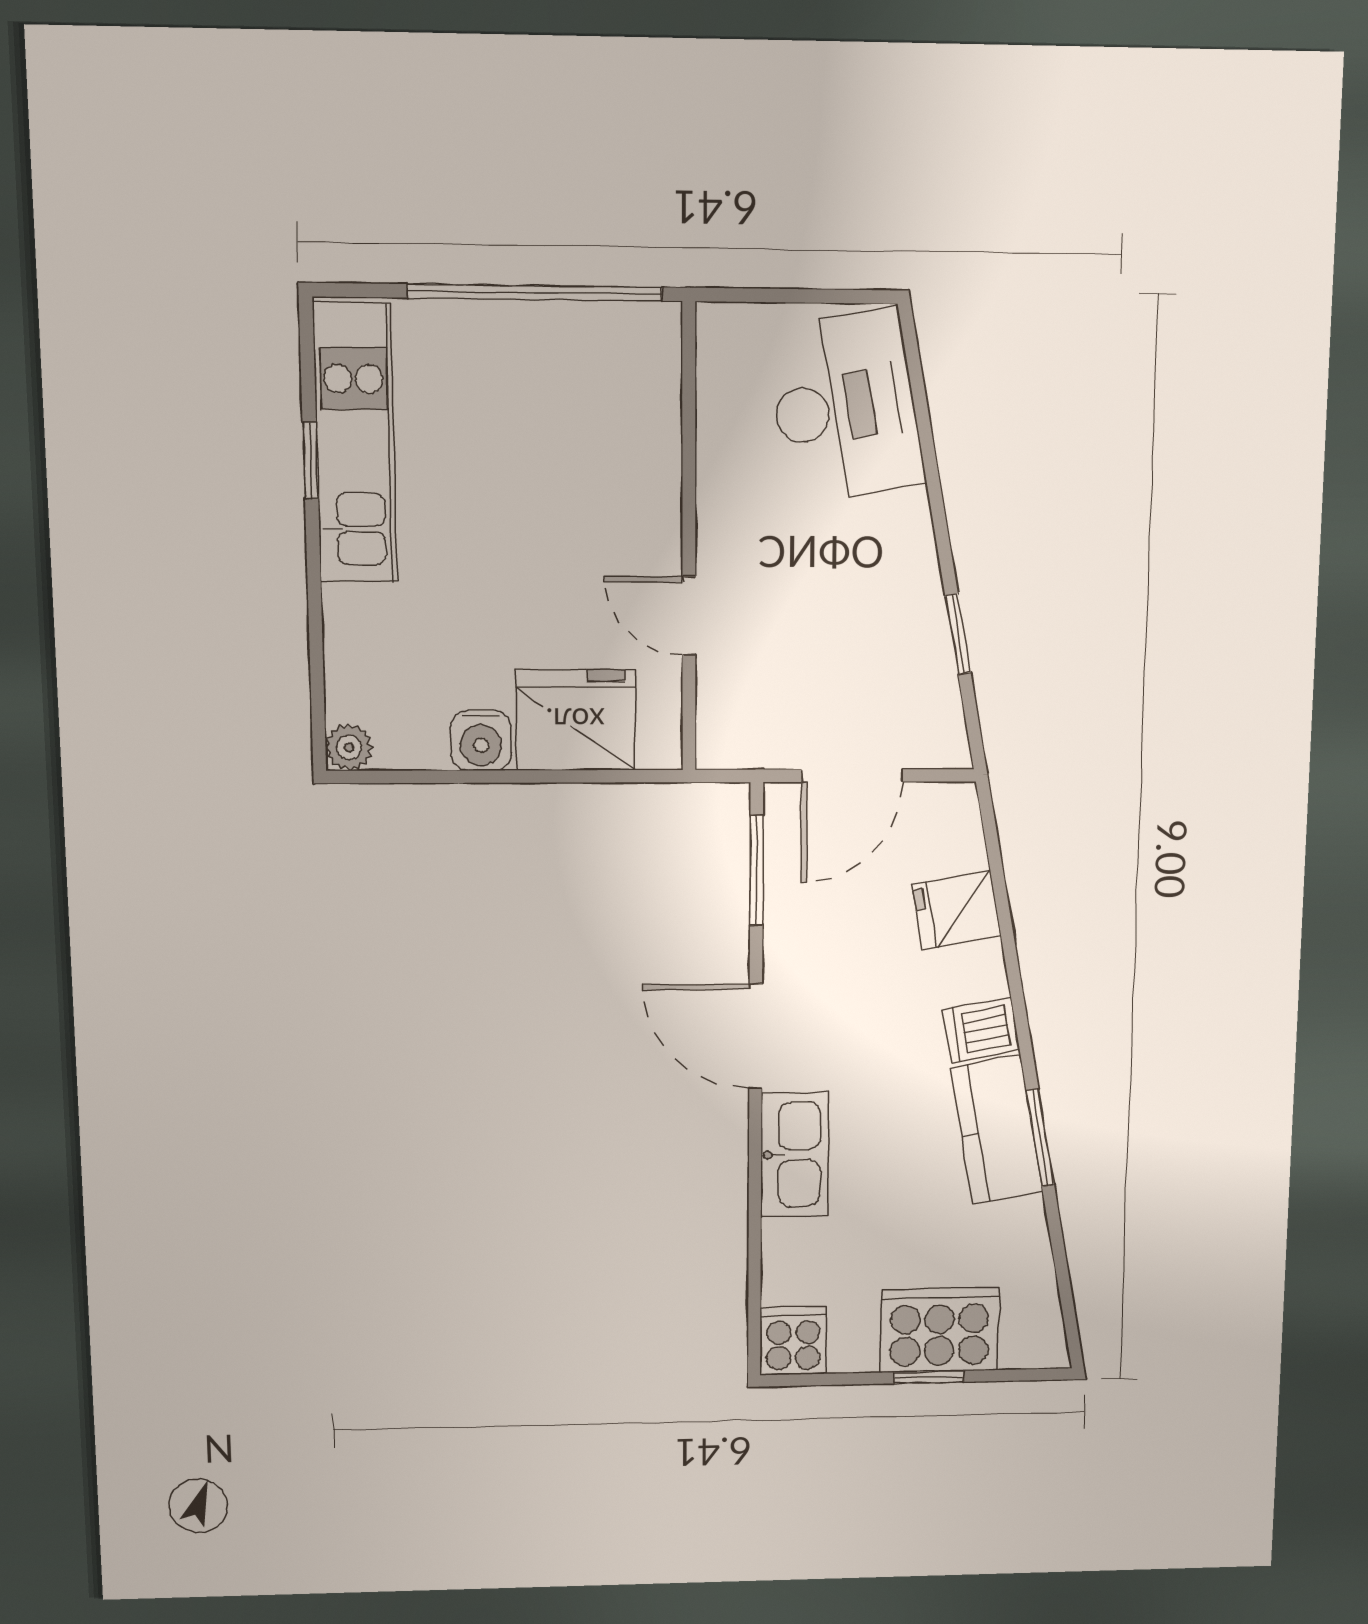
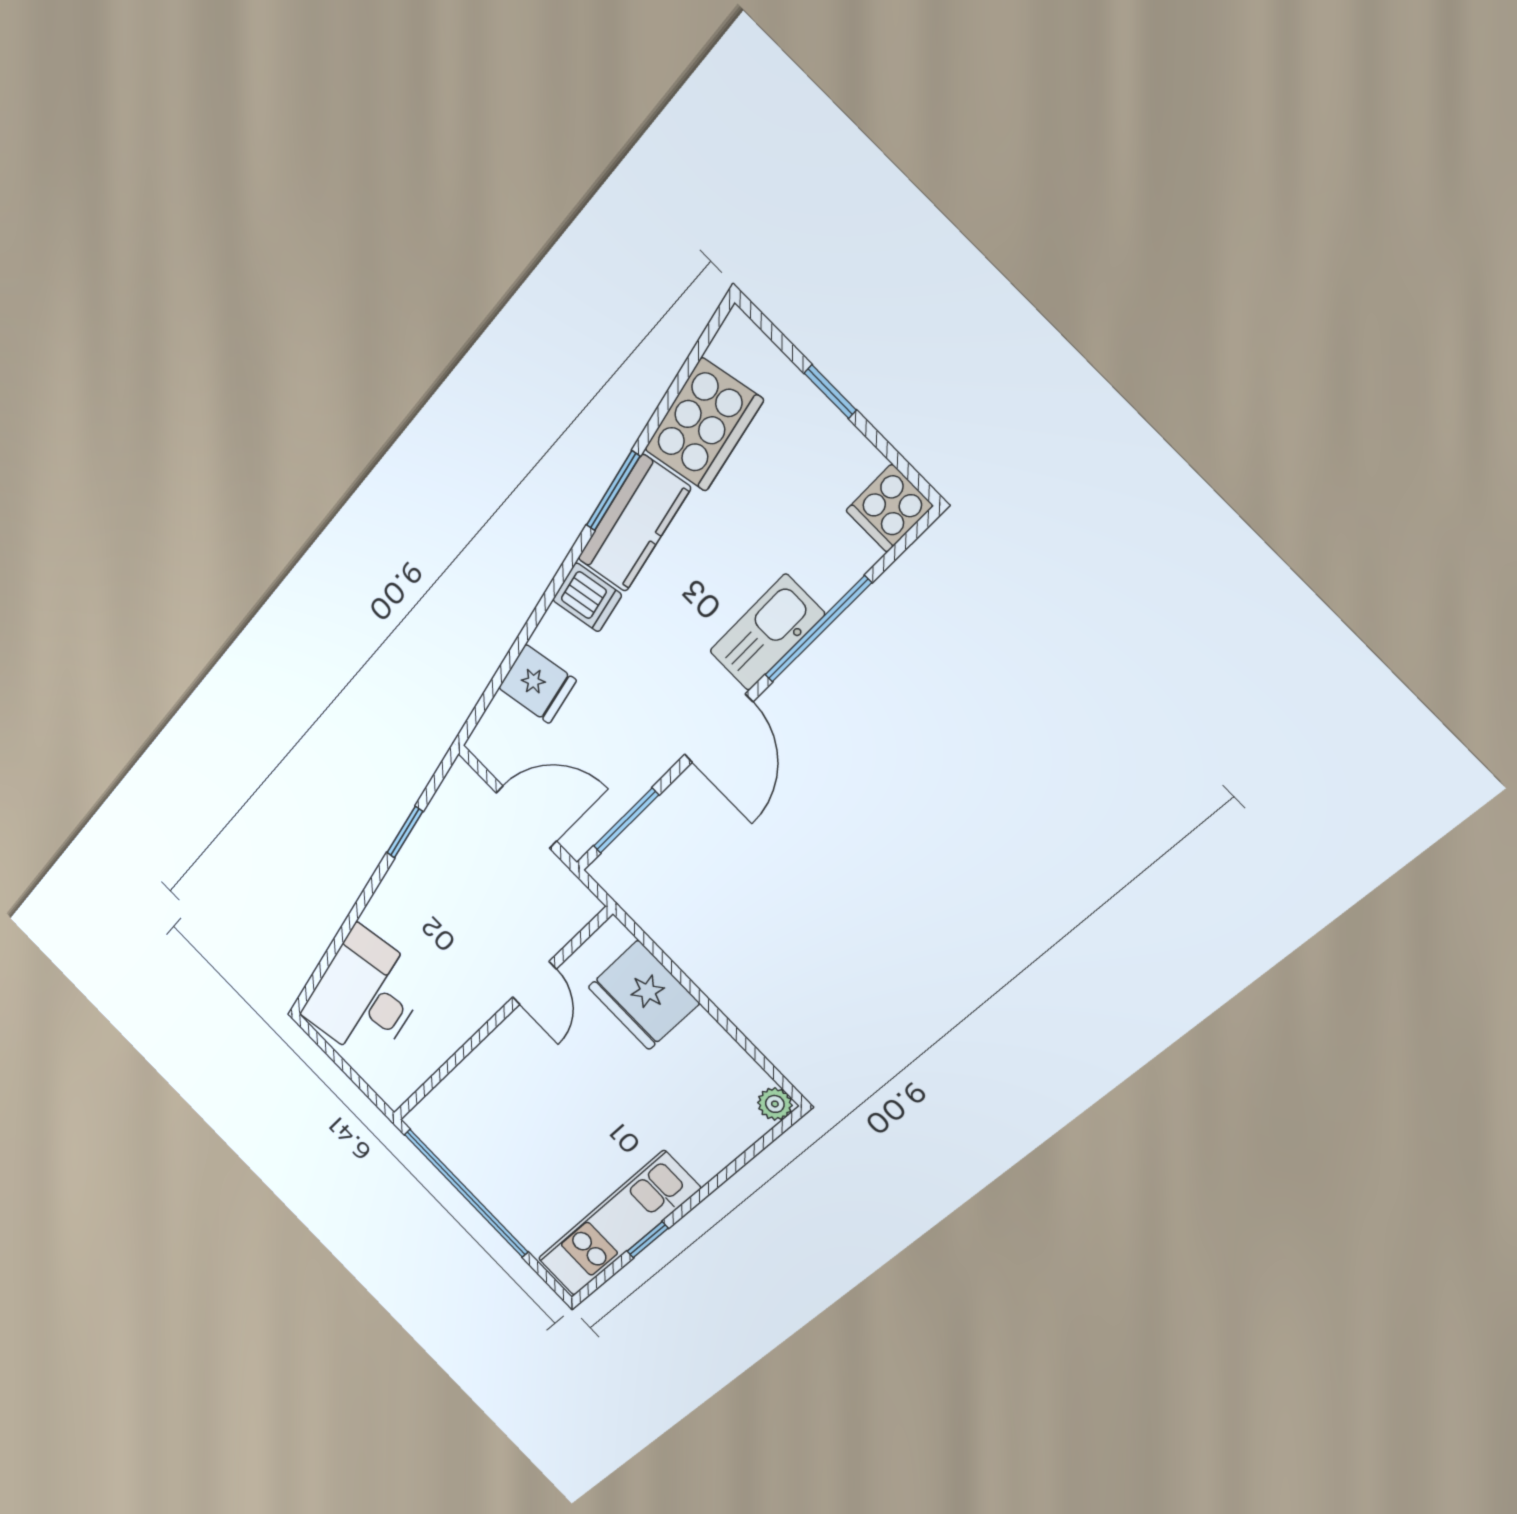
water cooler: (481, 740) -> (703, 1037), removed
window: (755, 1198) -> (818, 629), added
cooker: (939, 1330) -> (704, 425), moved, turned -101

